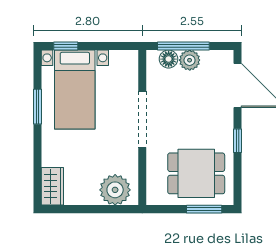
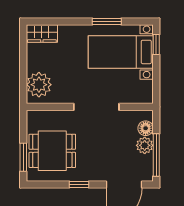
window: (183, 46) -> (156, 155), moved
dining table: (196, 173) -> (52, 151), turned 90

